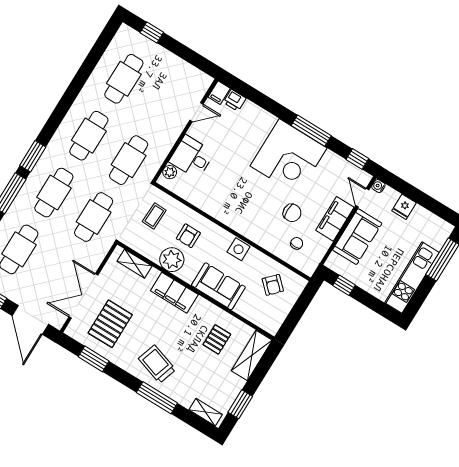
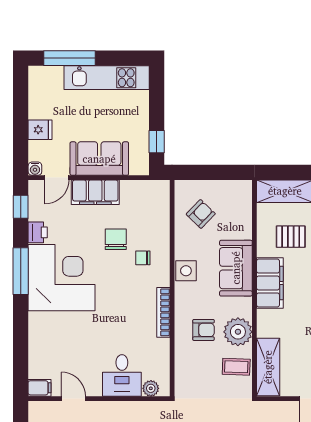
printer: (235, 100) -> (38, 232), moved
bookcase: (219, 215) -> (163, 312), added
coffee table: (154, 216) -> (236, 367), moved
chair: (297, 243) -> (143, 258), moved
shelving: (134, 264) -> (268, 367), width x1.50, depth x1.33
filing cabinet: (174, 293) -> (270, 283), moved

